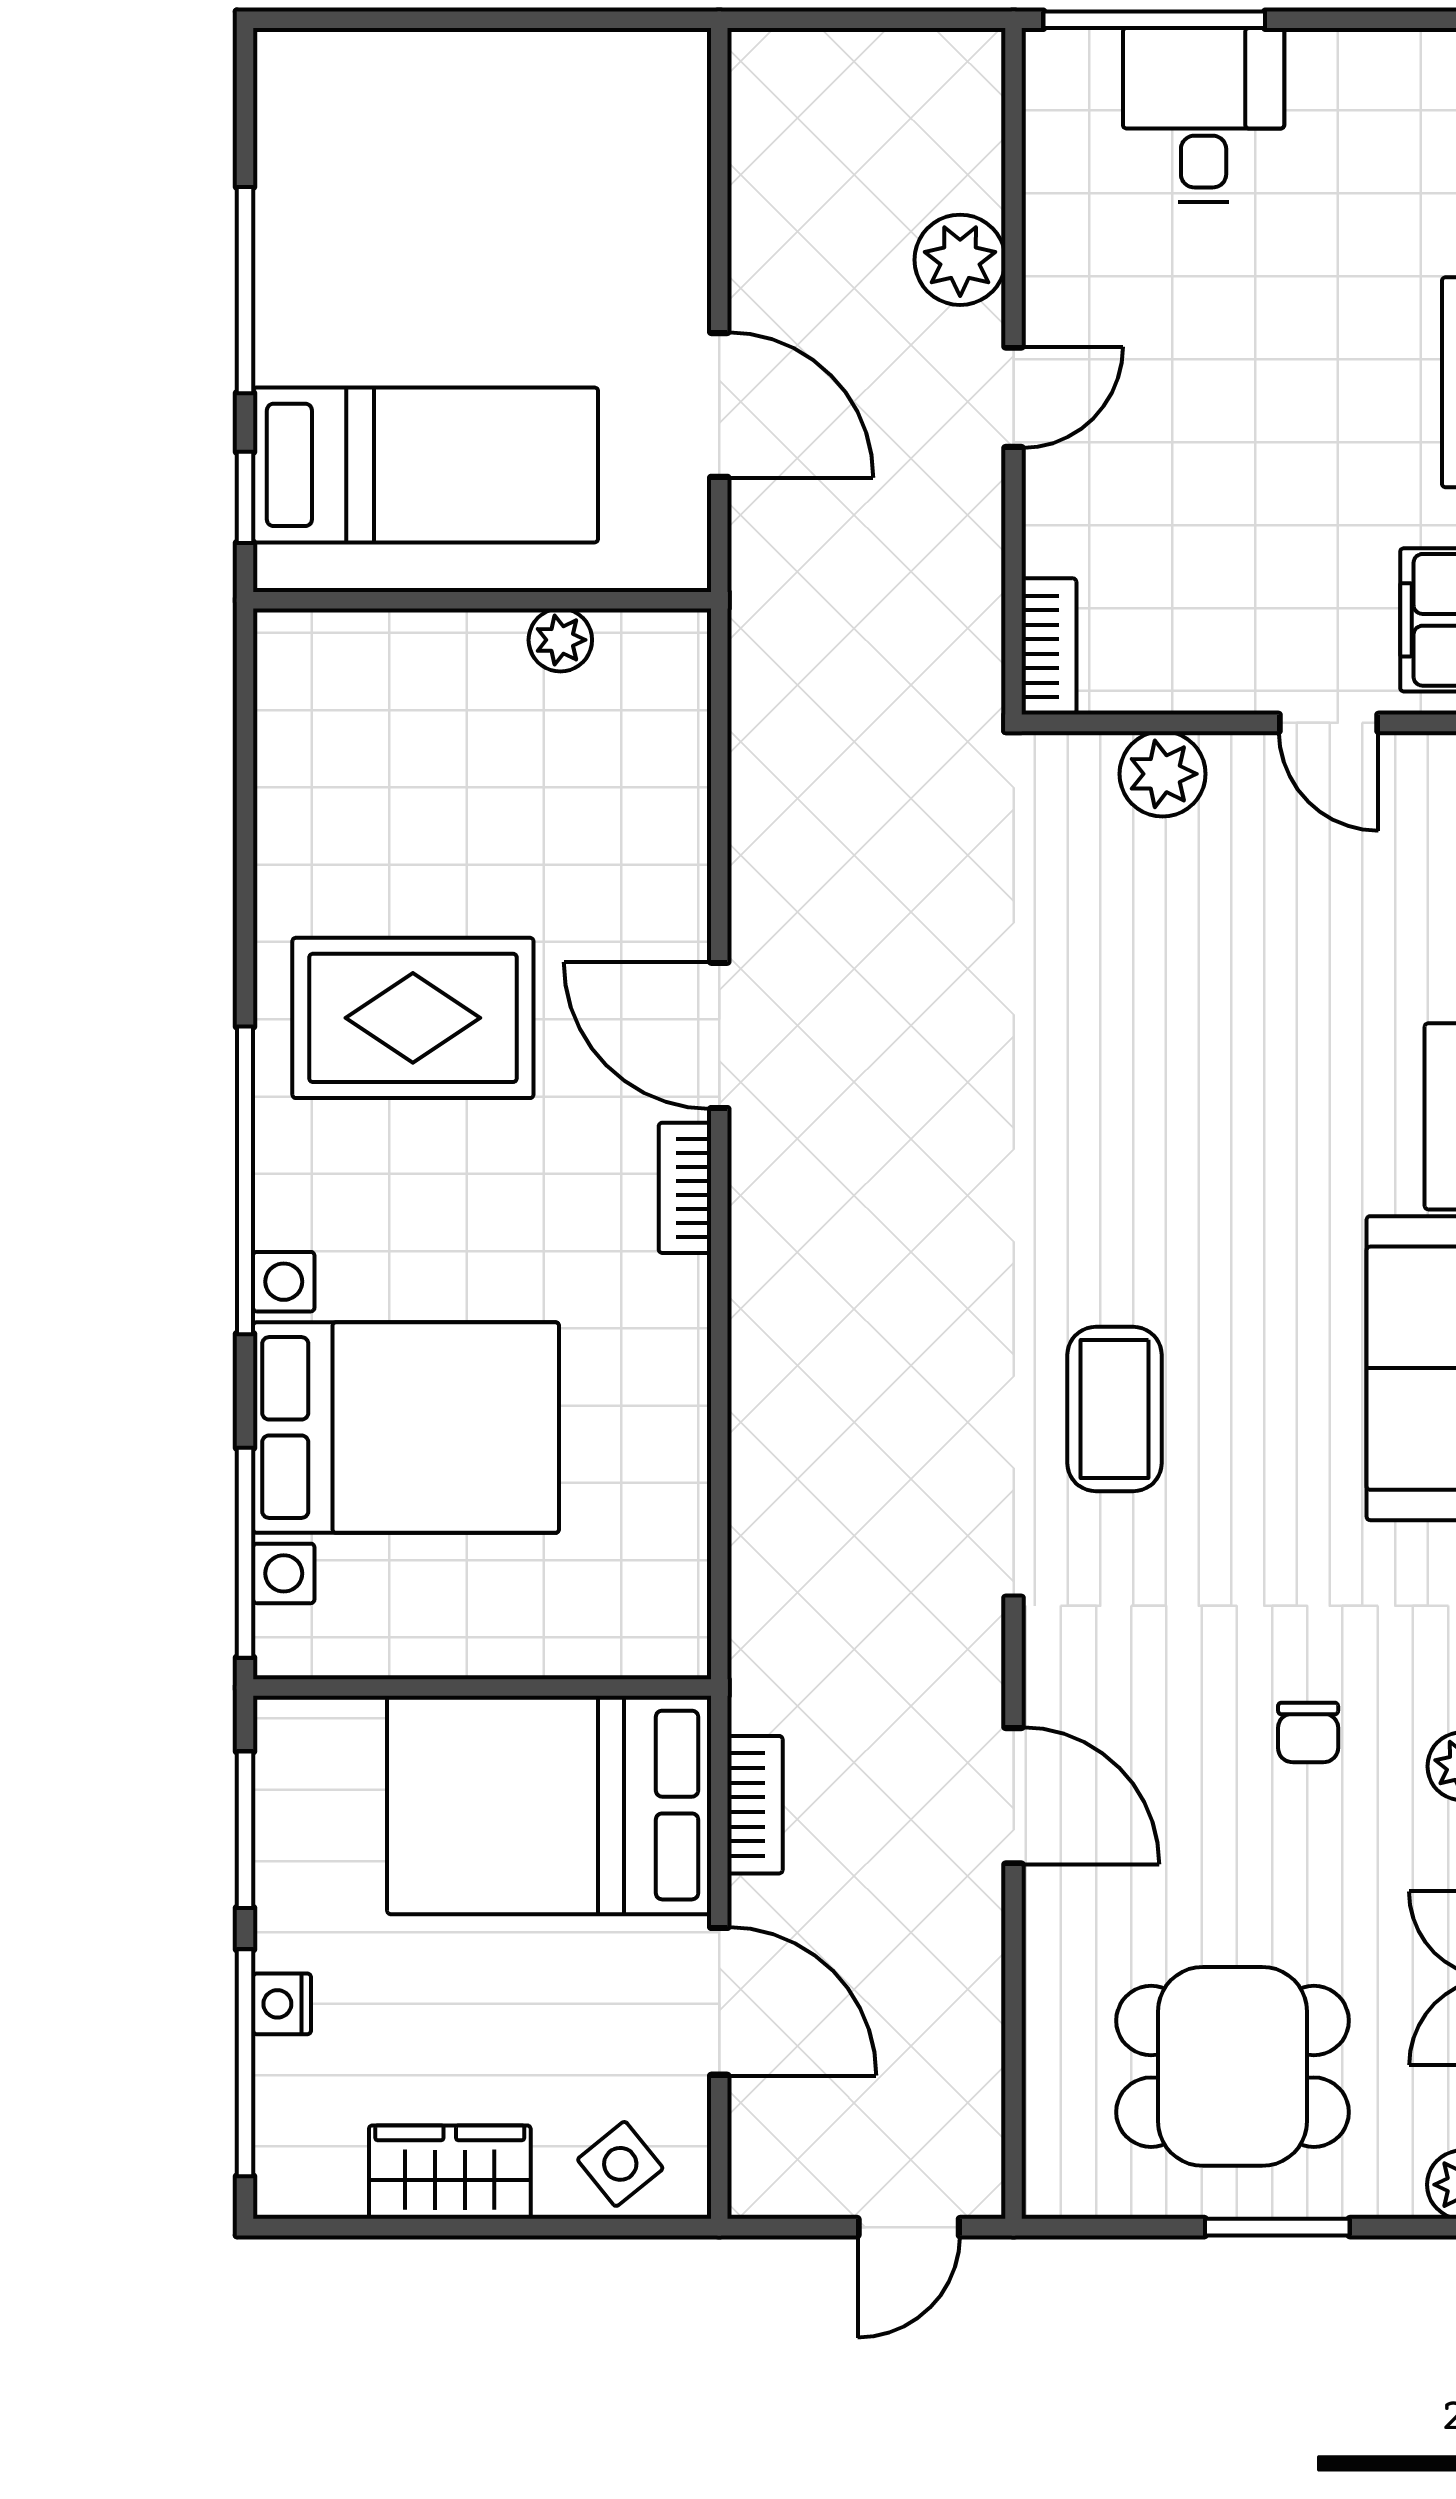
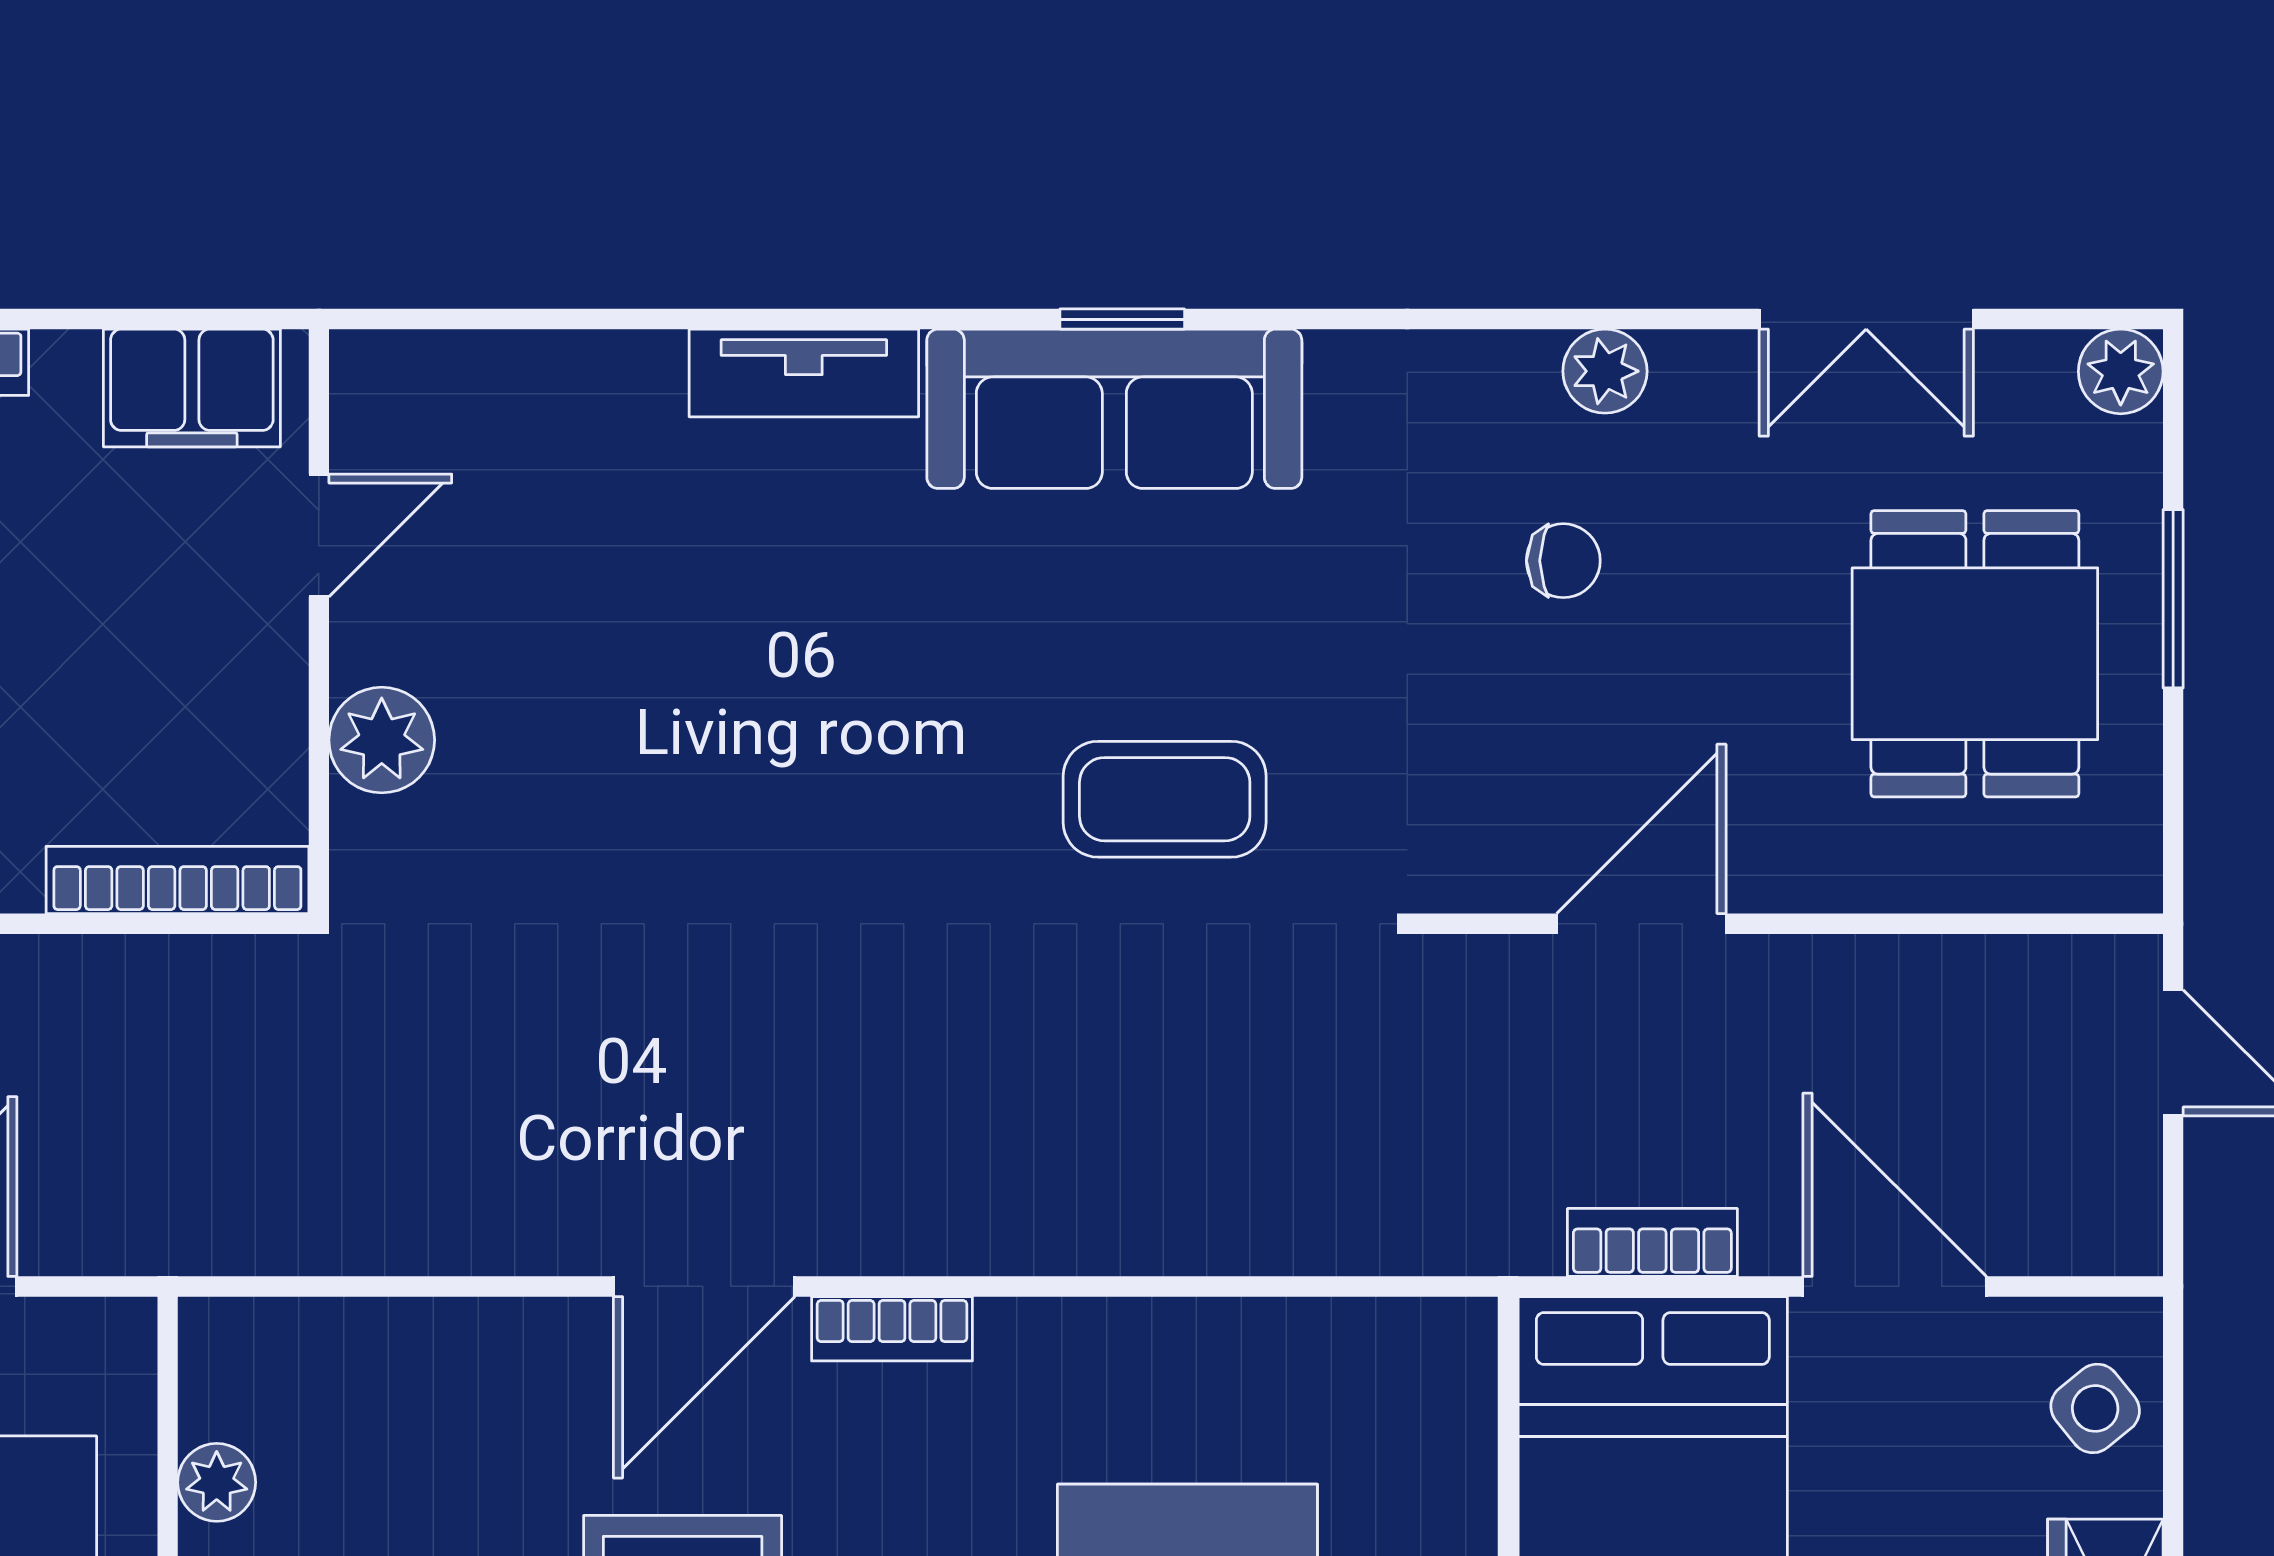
bookcase: (1049, 646) -> (177, 880), width x1.56
door: (719, 2001) -> (1895, 1286), hinge flipped

